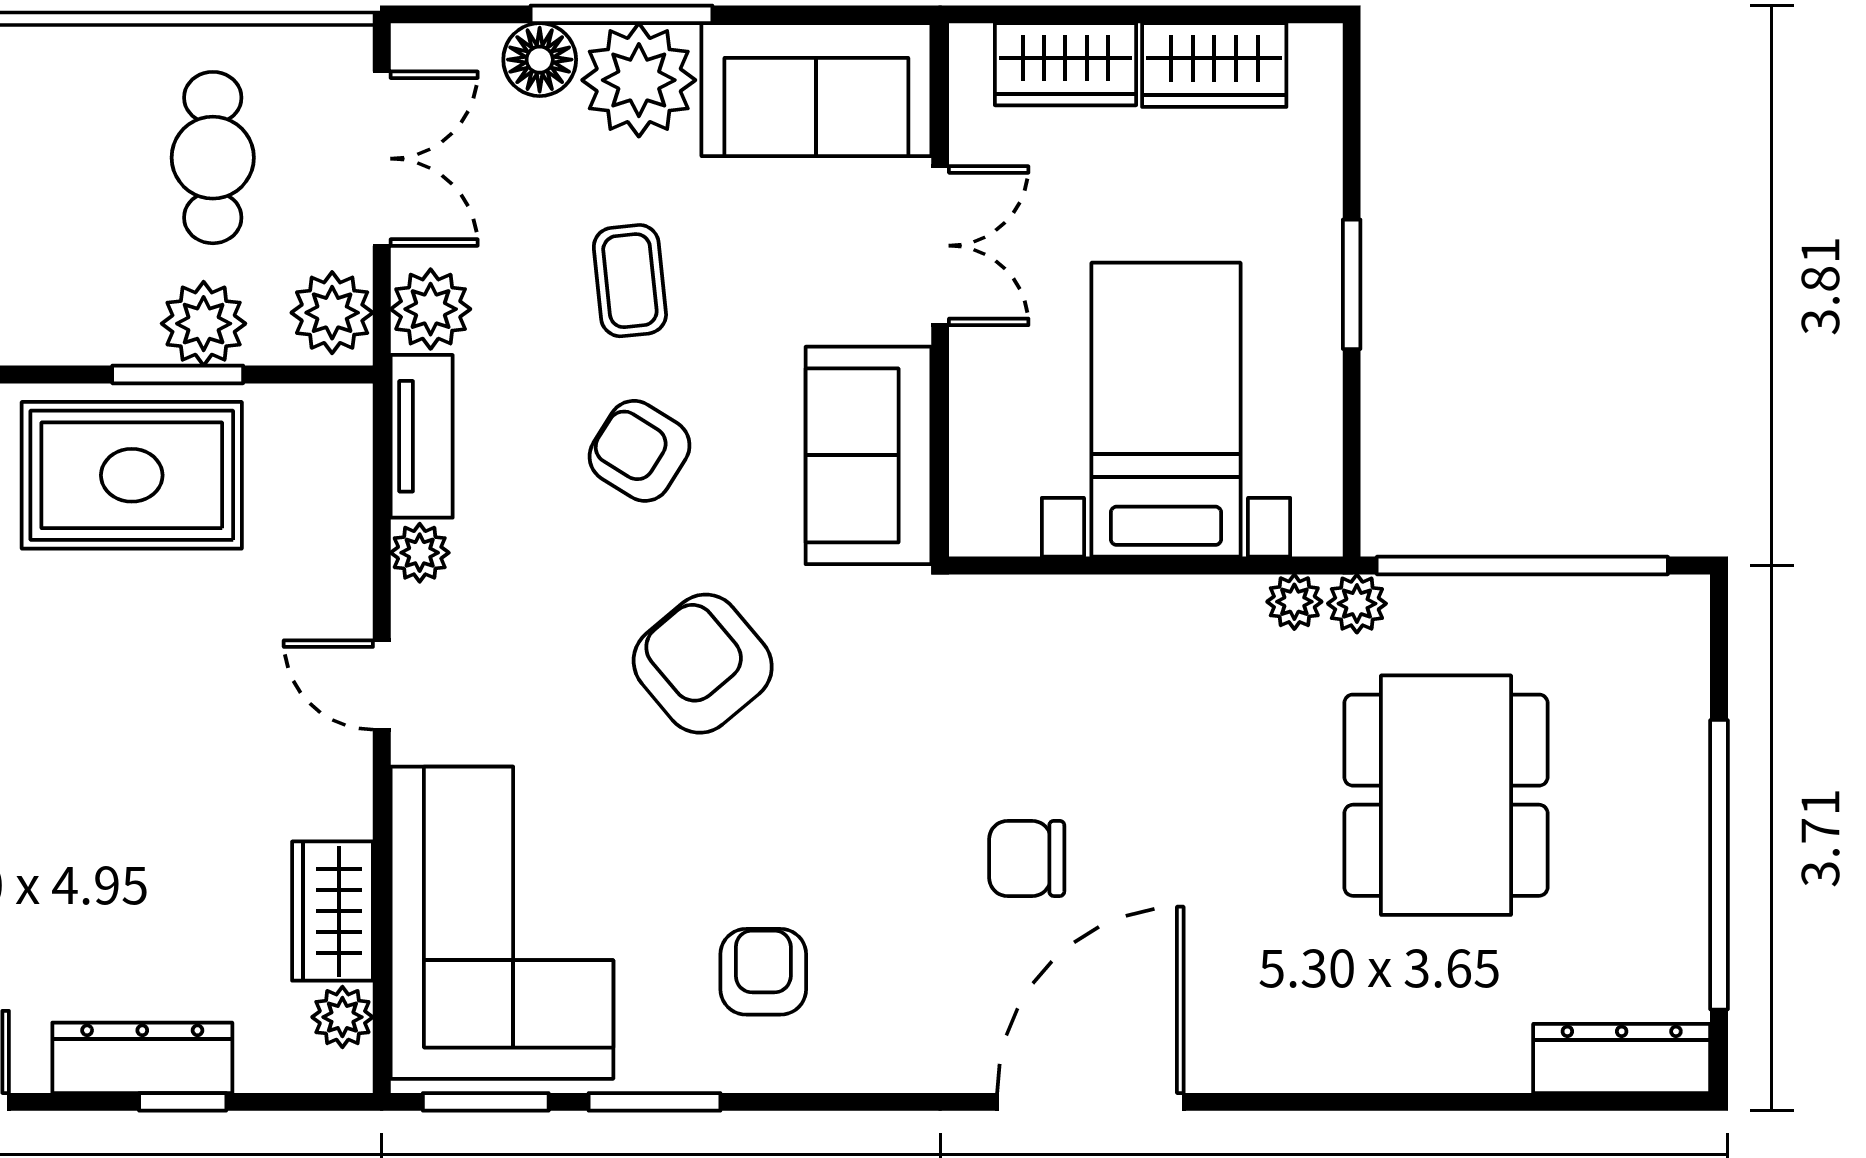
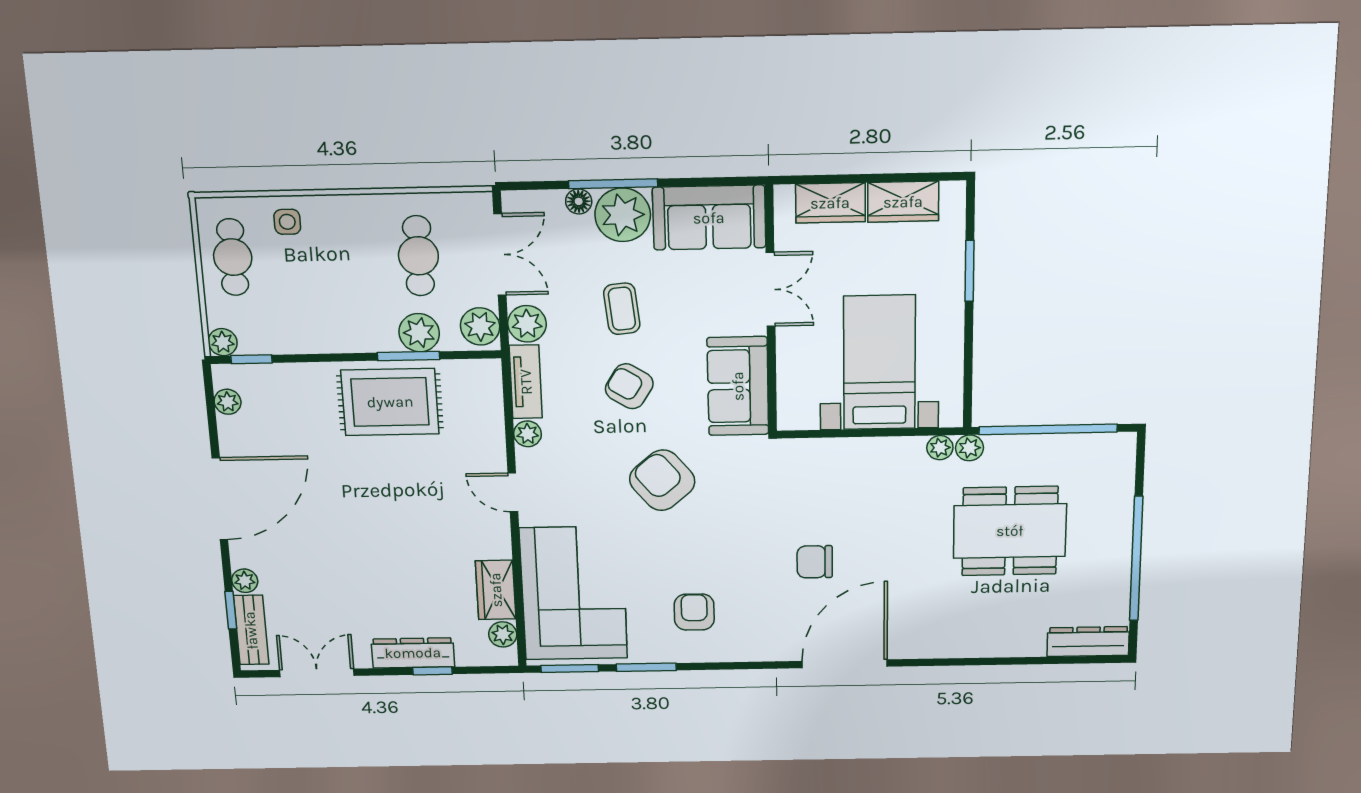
floor lamp: (540, 60) -> (579, 201), width x0.73, depth x0.73
window: (1352, 284) -> (969, 271), moved
dining table: (1446, 795) -> (1010, 531), turned 90

